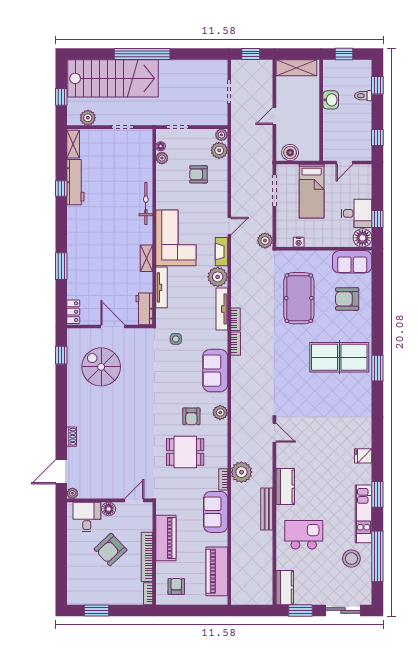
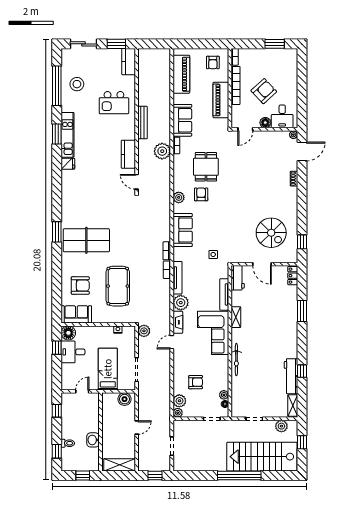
dining table: (185, 452) -> (206, 167), turned 90
kitchen counter: (285, 487) -> (128, 154), moved
kitchen unit: (364, 514) -> (68, 135), moved

